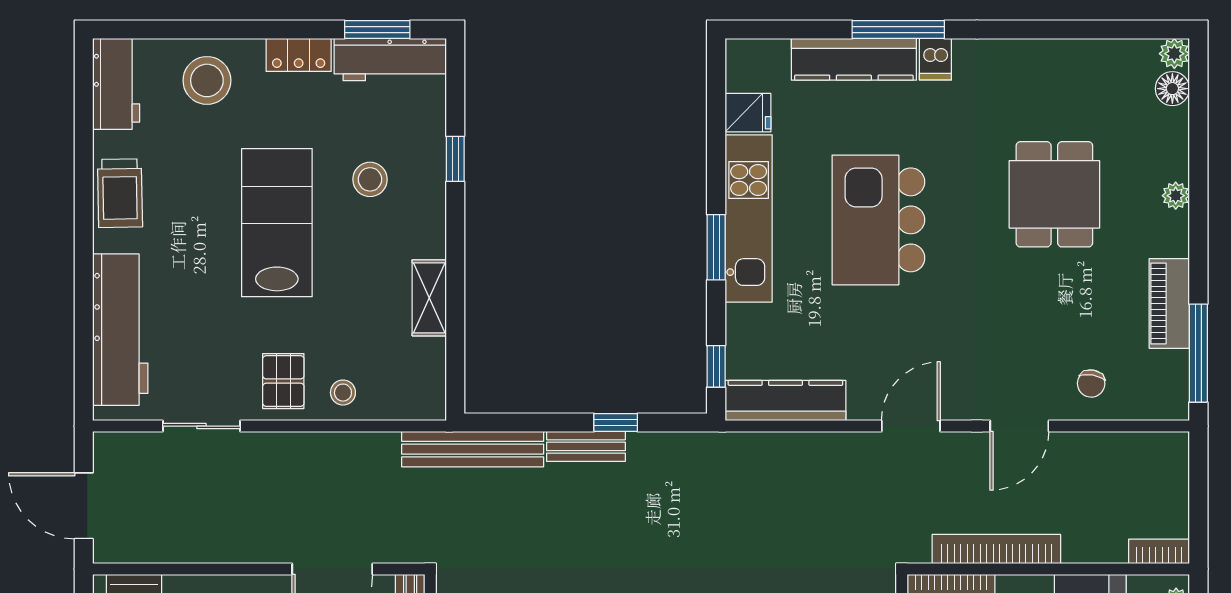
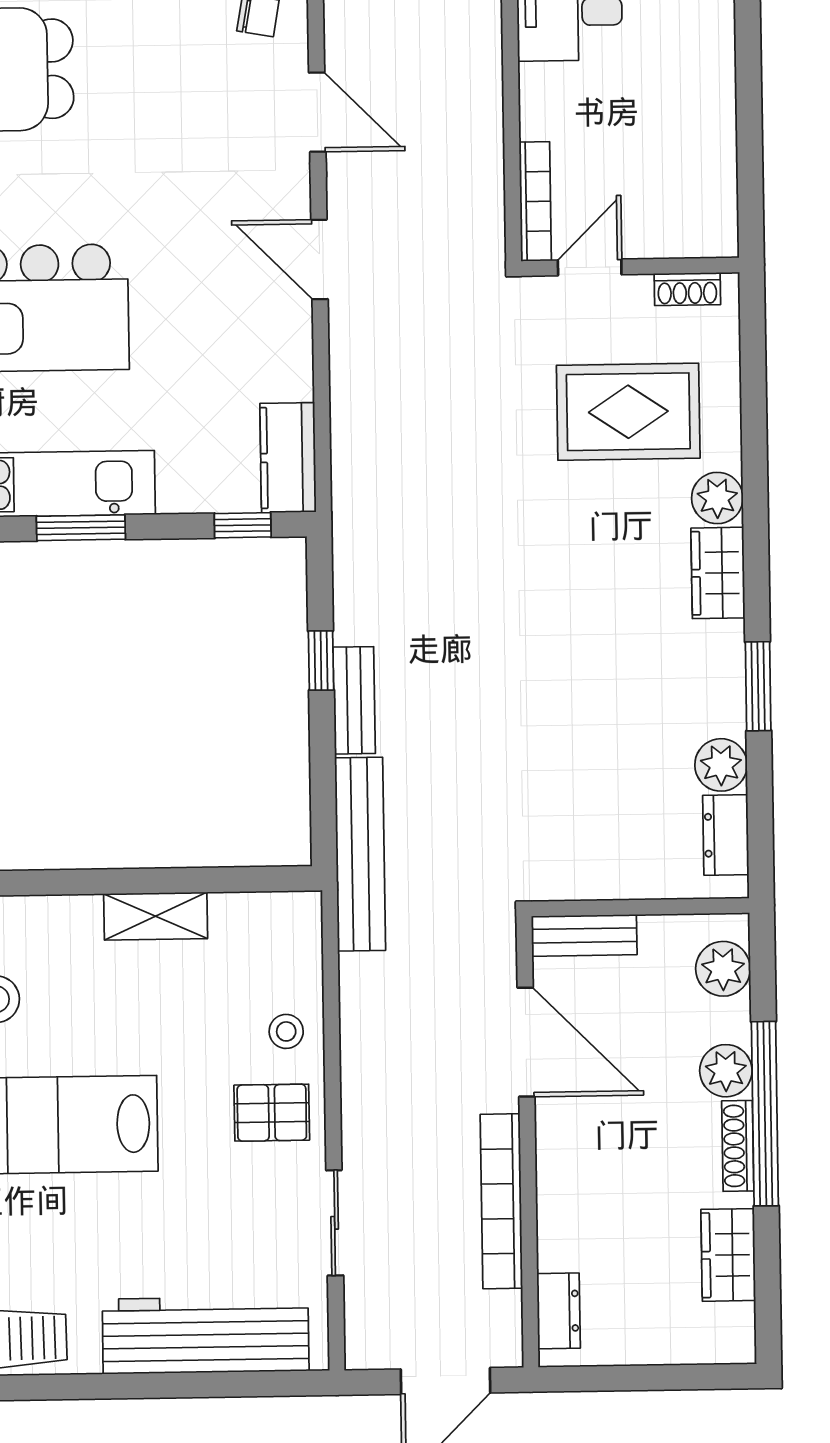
kitchen counter: (785, 401) -> (288, 458), width x0.67
bookcase: (996, 549) -> (501, 1201), moved

